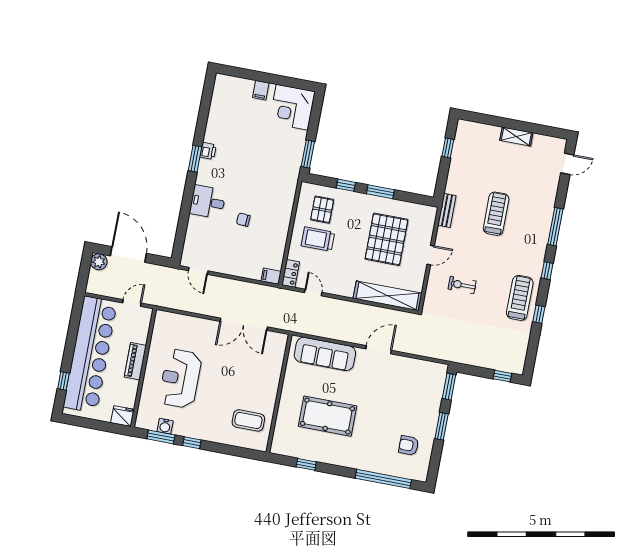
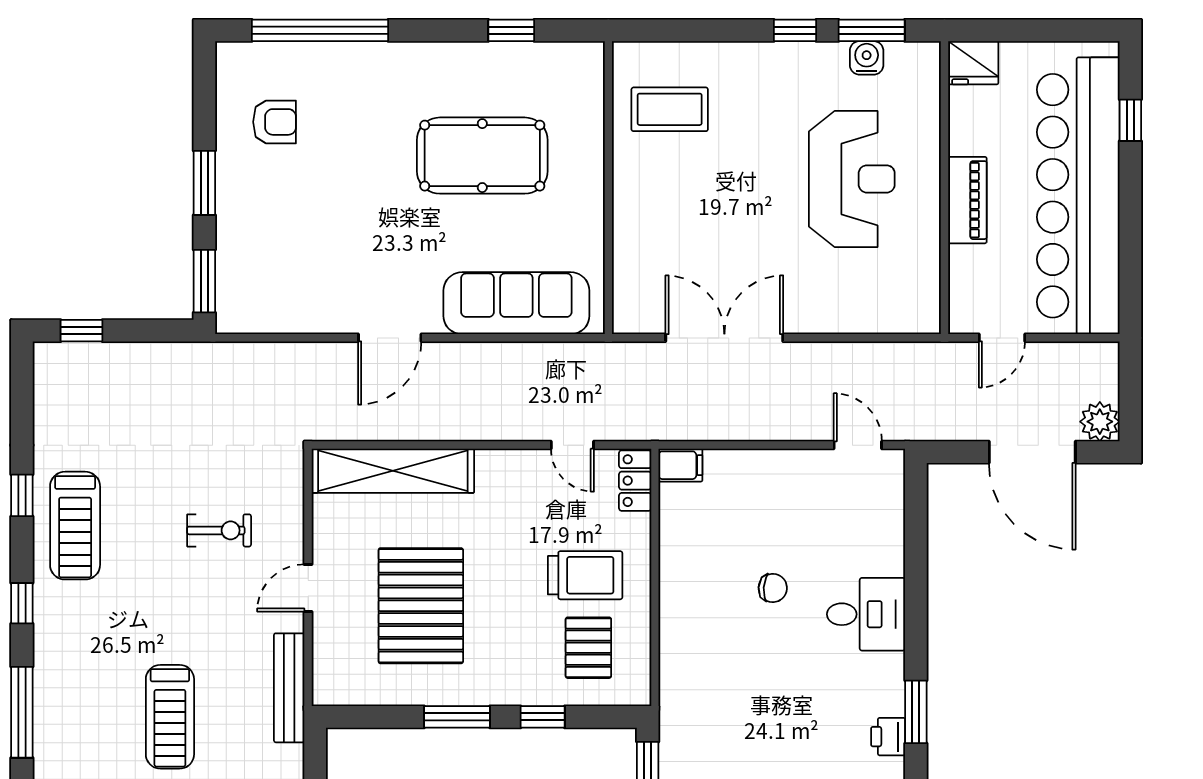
bench: (447, 210) -> (289, 688), width x1.36

